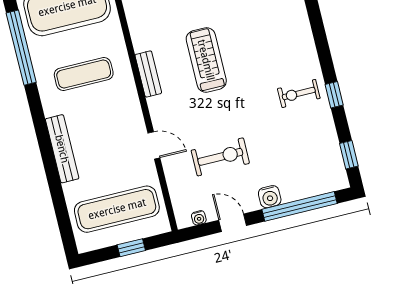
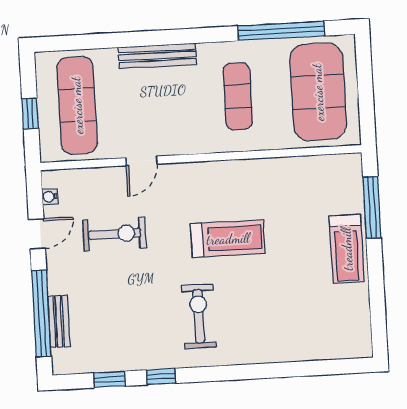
bench: (148, 74) -> (59, 321), moved, turned 90
exercise bike: (299, 93) -> (199, 316), moved, width x1.38, depth x1.39
window: (349, 155) -> (109, 379), moved
exercise bike: (220, 157) -> (115, 234), turned -90
water cooler: (270, 197) -> (59, 282), removed

